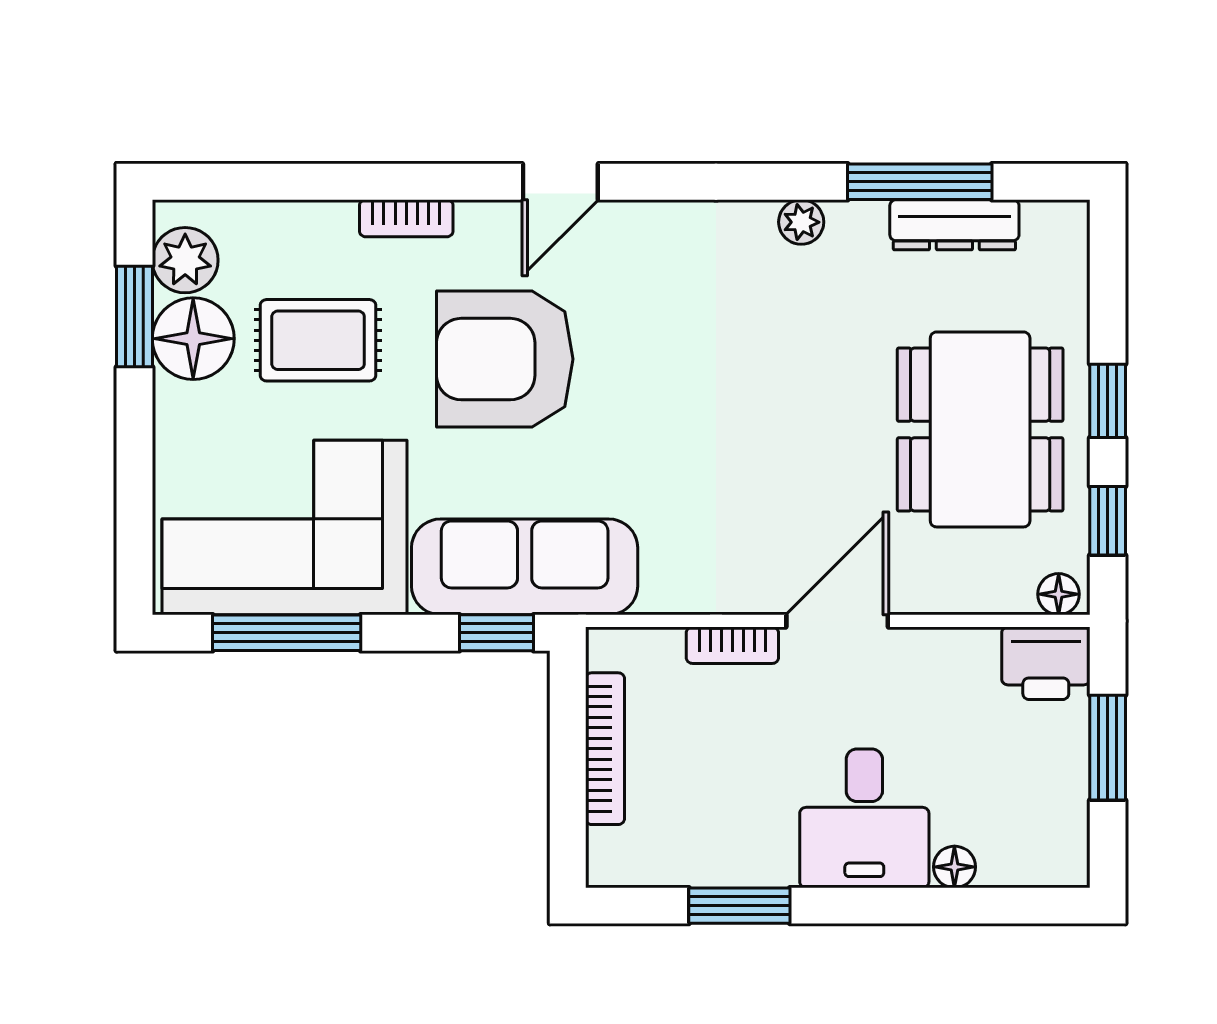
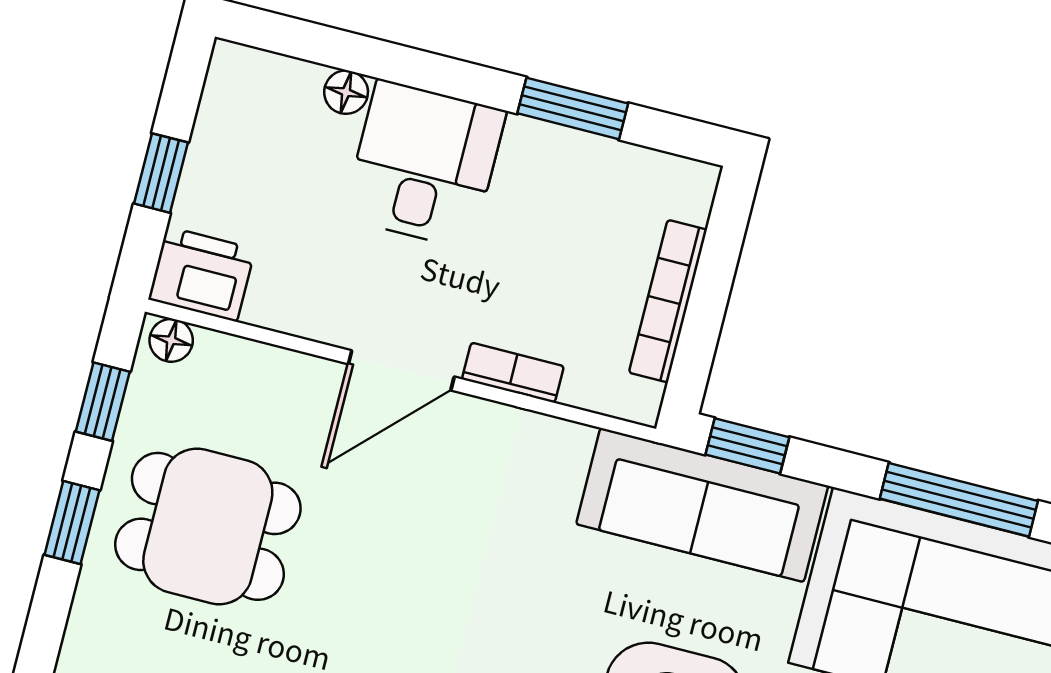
dining table: (980, 429) -> (208, 526), width x0.73
window: (1108, 748) -> (161, 173), width x0.67

